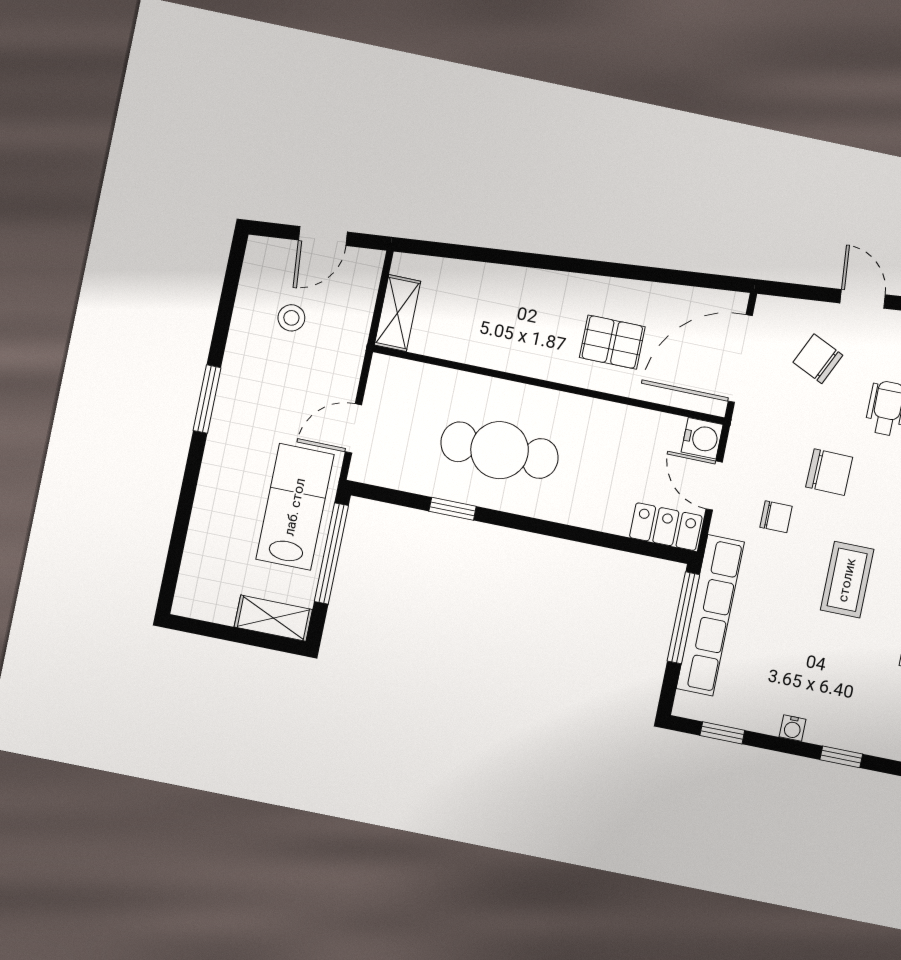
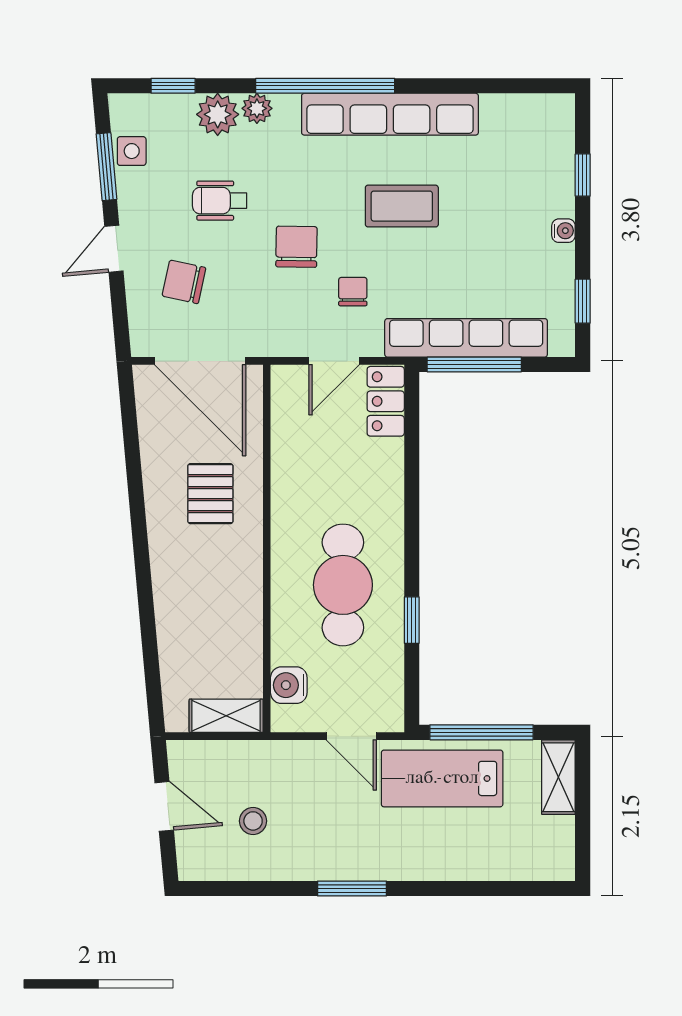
chair: (818, 359) -> (184, 282), turned 77
water cooler: (702, 438) -> (289, 685), moved, turned -90

